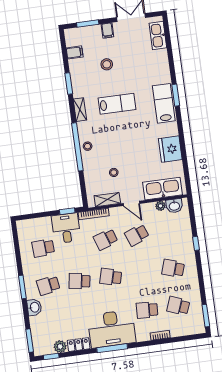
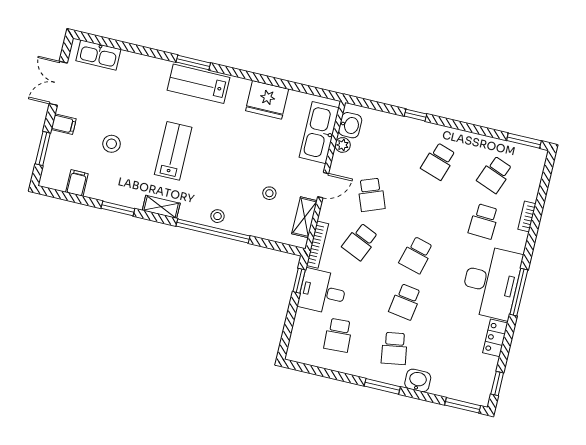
school desk: (106, 239) -> (360, 242), turned 42
plant: (60, 347) -> (488, 365), removed

